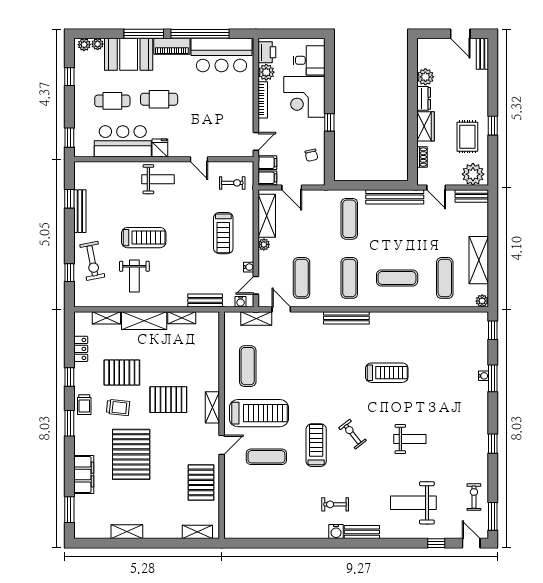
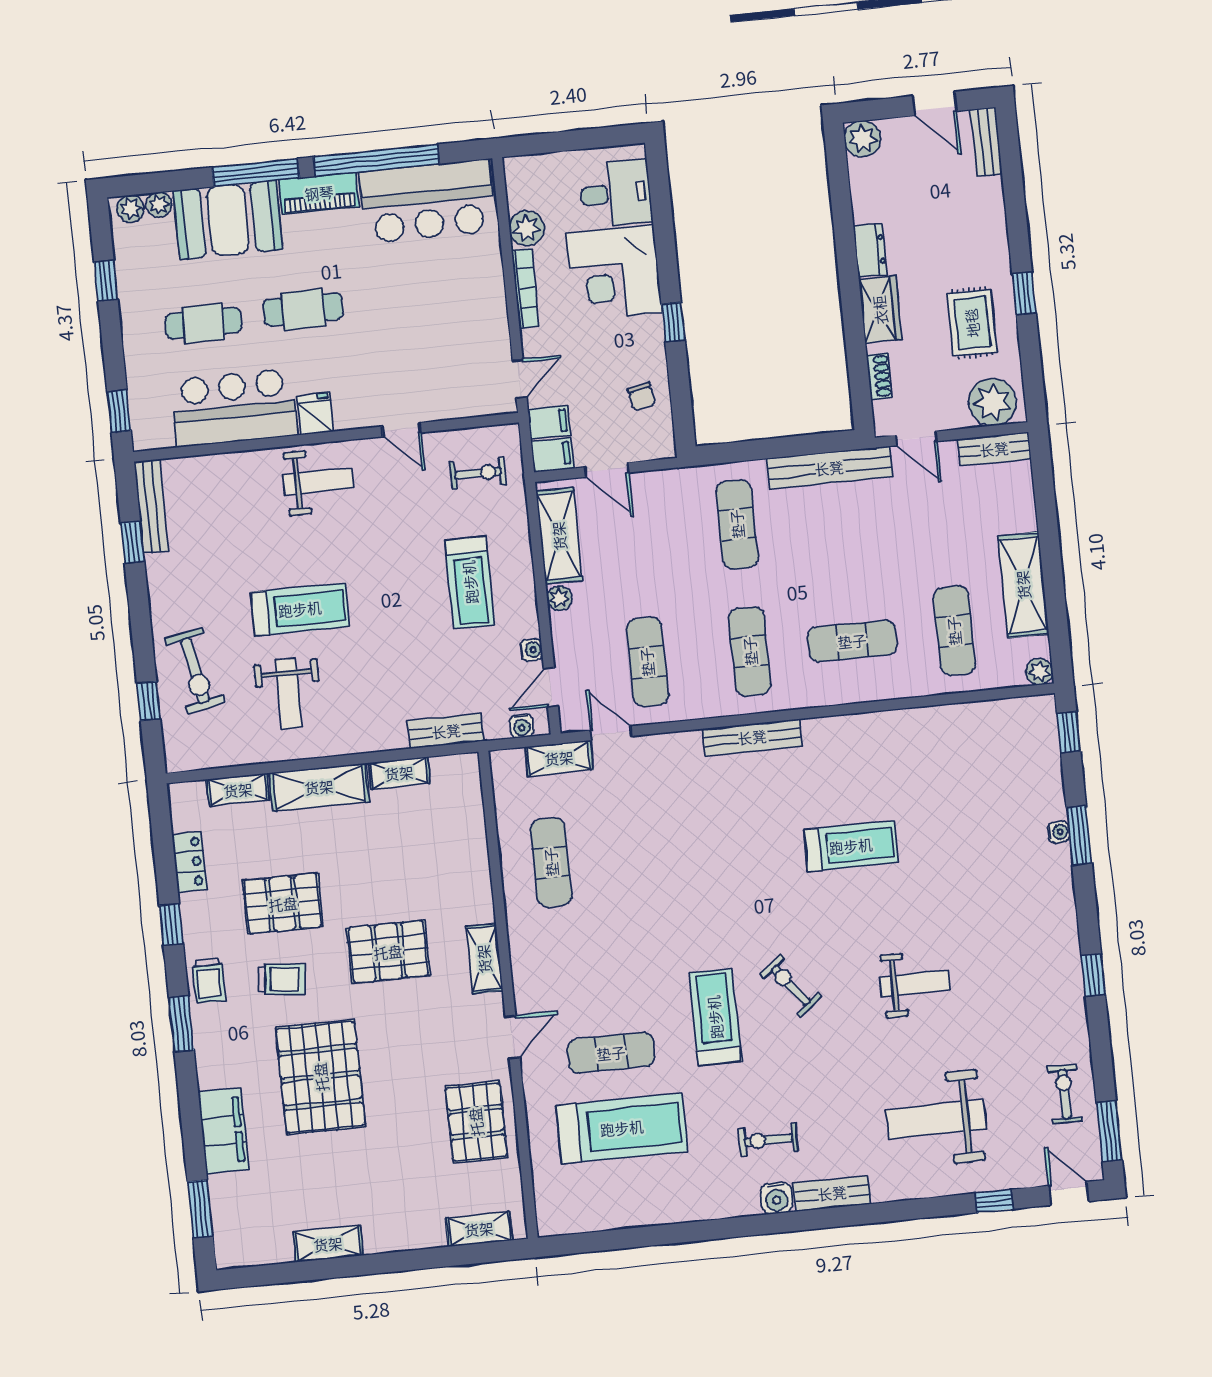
printer: (267, 52) -> (524, 185), removed
plant: (425, 77) -> (862, 139), moved
bench: (80, 211) -> (151, 506), moved
treadmill: (259, 413) -> (622, 1128), moved

